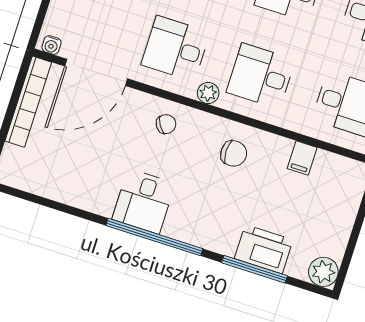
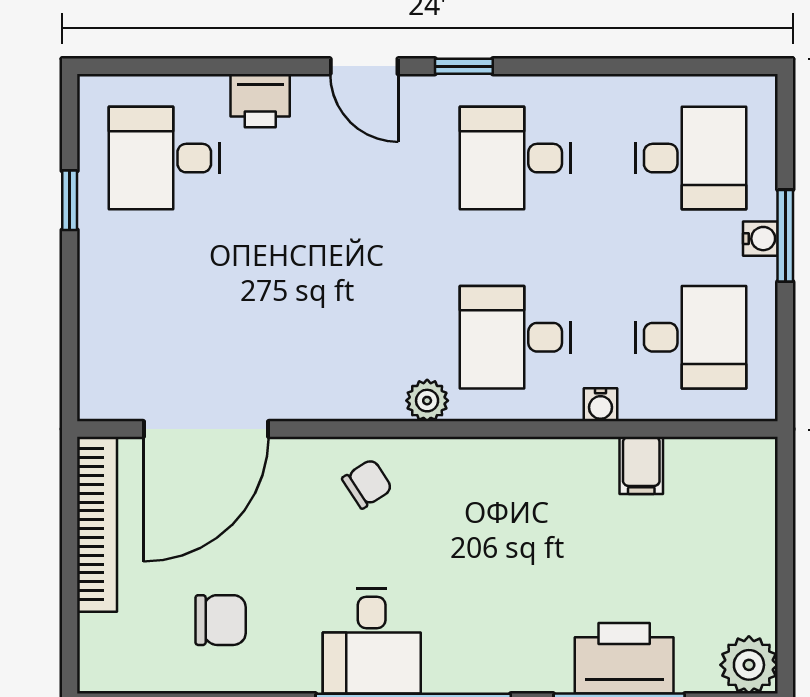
water cooler: (51, 45) -> (601, 405), moved
desk: (176, 49) -> (340, 337), removed
chair: (234, 153) -> (221, 620), moved

